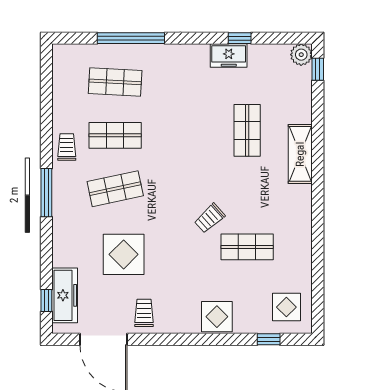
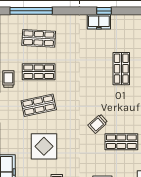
window: (131, 38) -> (31, 11), moved
window: (240, 38) -> (104, 11), moved
freezer: (229, 56) -> (99, 22), moved

